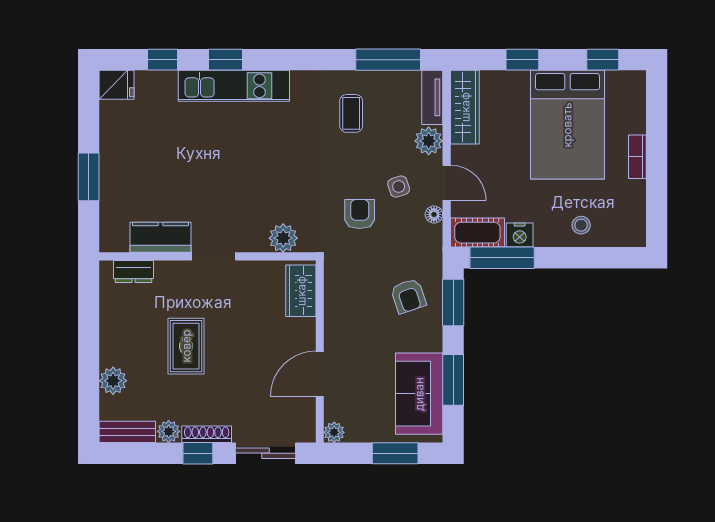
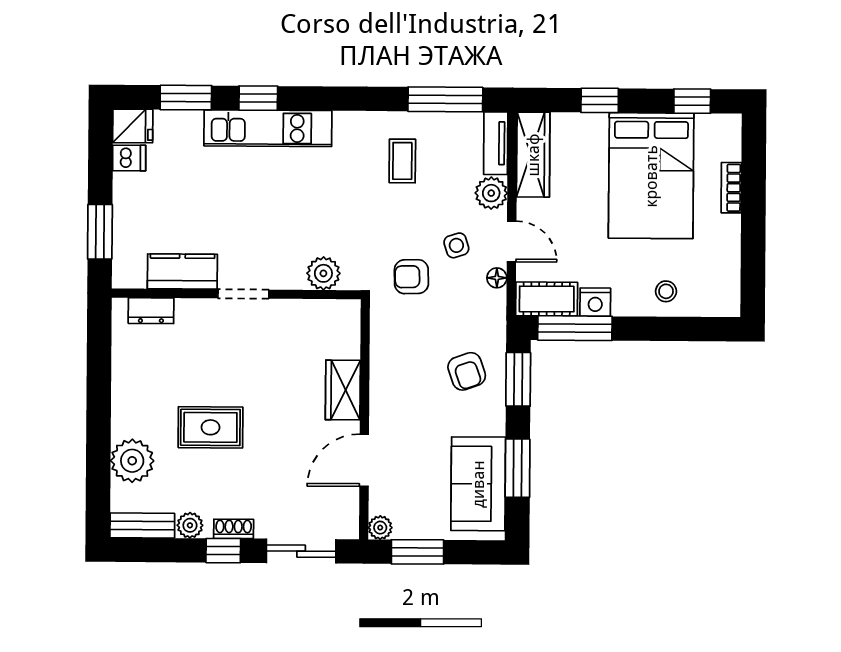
window: (163, 60) -> (186, 98), width x1.50
dishwasher: (114, 113) -> (129, 158), added
bookcase: (637, 157) -> (731, 188), moved
armchair: (360, 214) -> (411, 277), turned -91
kitchen counter: (161, 237) -> (182, 271), moved
plant: (283, 238) -> (323, 273), moved
wall: (208, 256) -> (236, 294), moved
doorway: (214, 256) -> (243, 294), moved
dresser: (134, 272) -> (151, 311), moved
wardrobe: (301, 291) -> (343, 390), moved
rug: (186, 346) -> (210, 427), turned 90
plant: (113, 381) -> (132, 461), width x1.36, depth x1.36
shoe rack: (207, 434) -> (234, 529), width x0.70
window: (395, 453) -> (418, 552), moved

